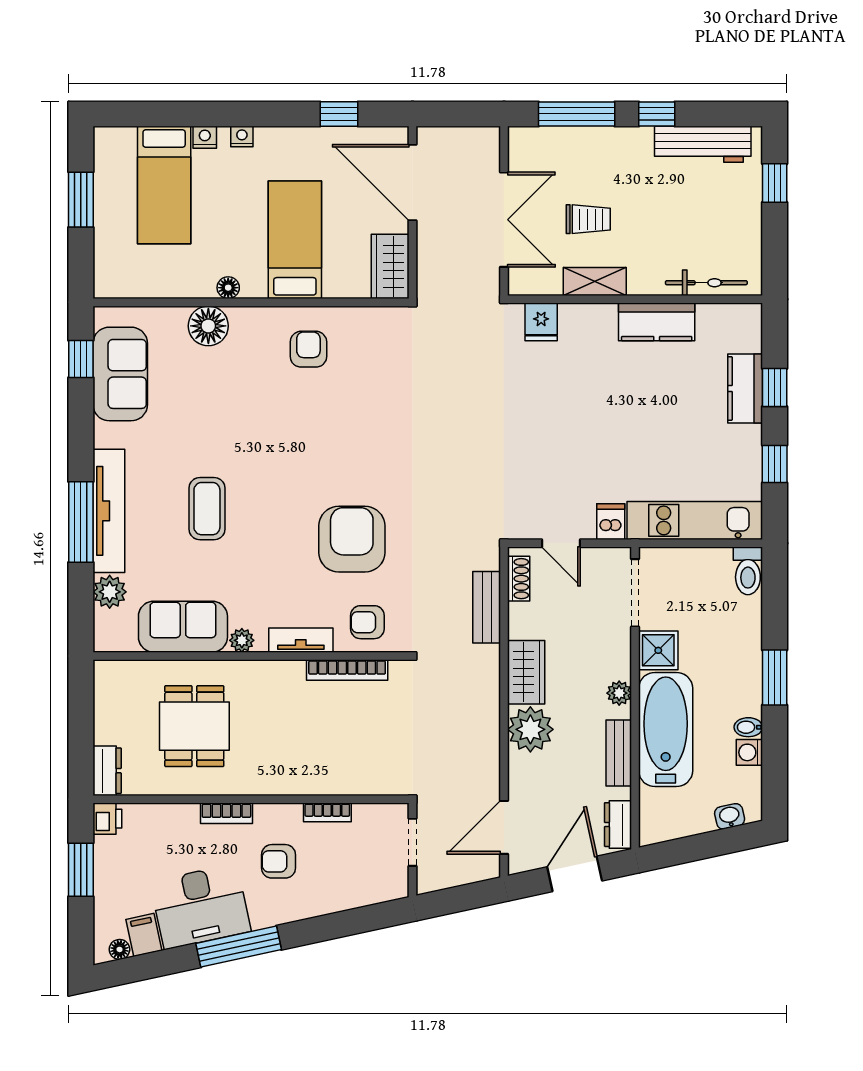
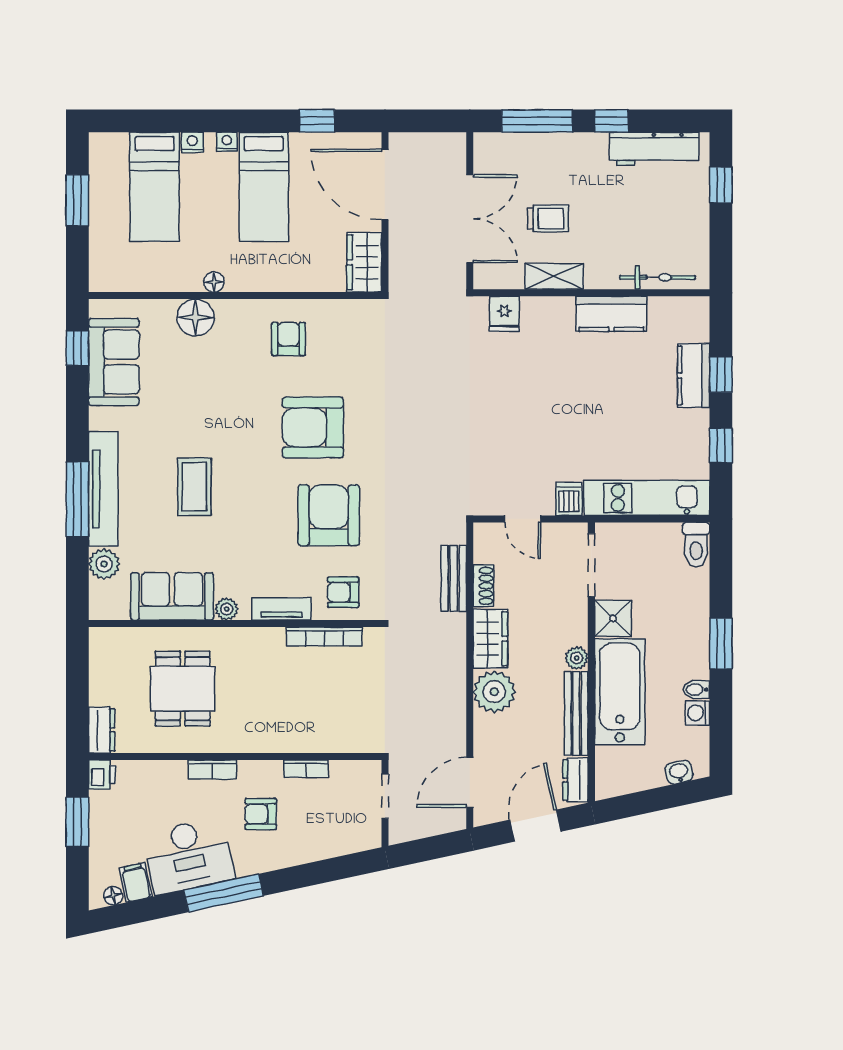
bed: (295, 240) -> (264, 187), moved, turned 180
armchair: (335, 445) -> (313, 427), added
shoe rack: (519, 579) -> (483, 586), moved
bench: (619, 753) -> (576, 714), width x1.36

